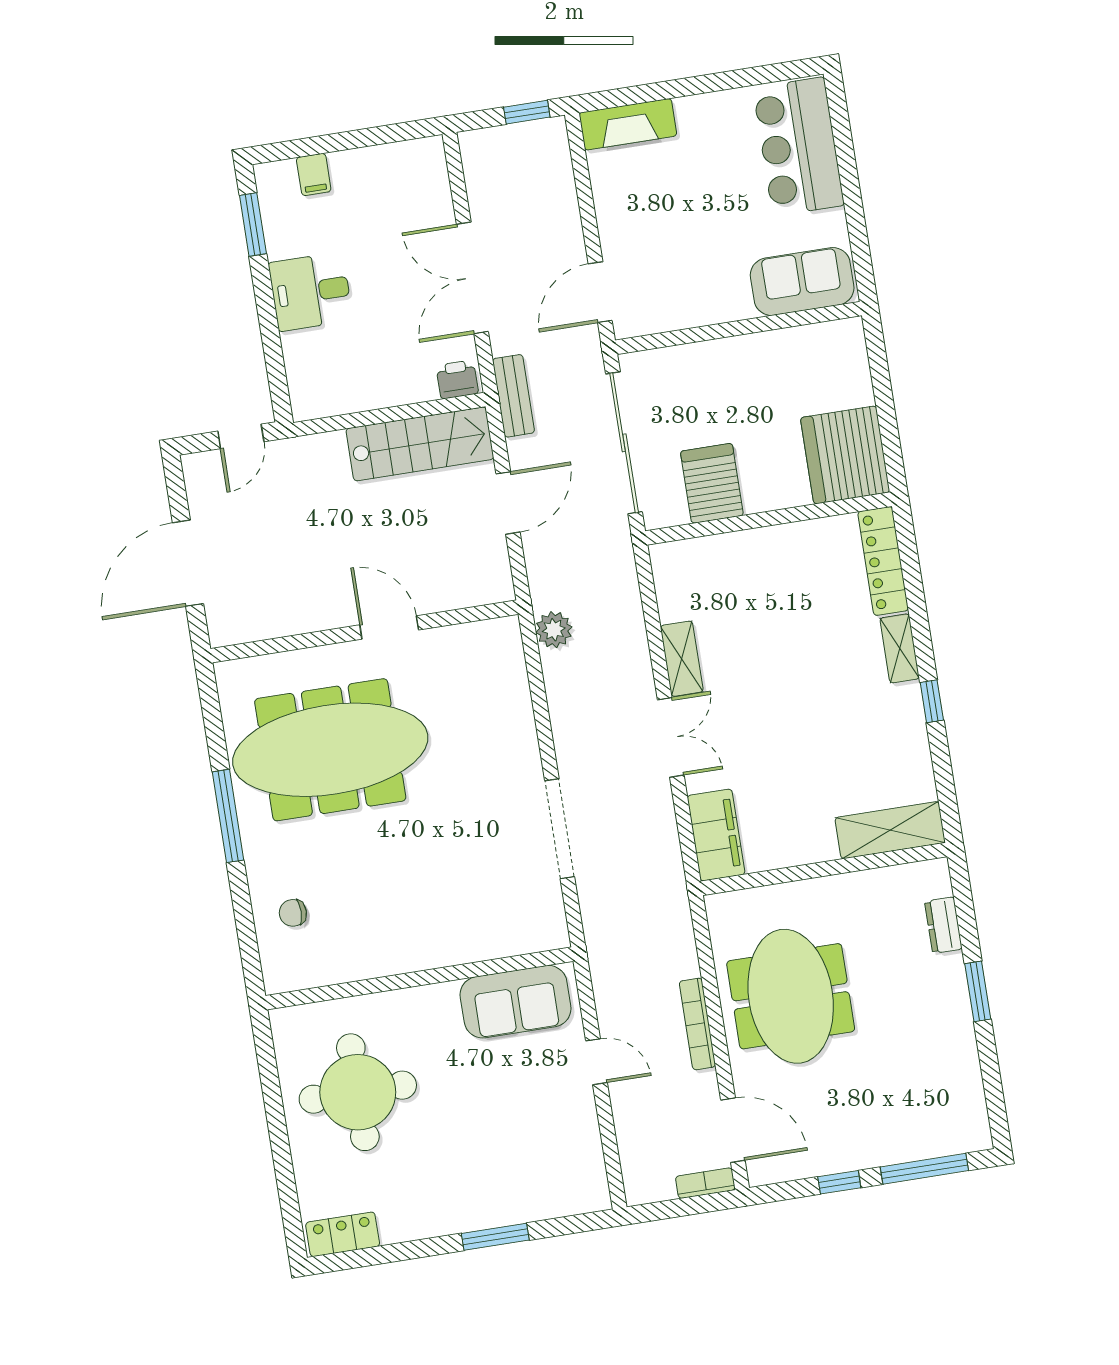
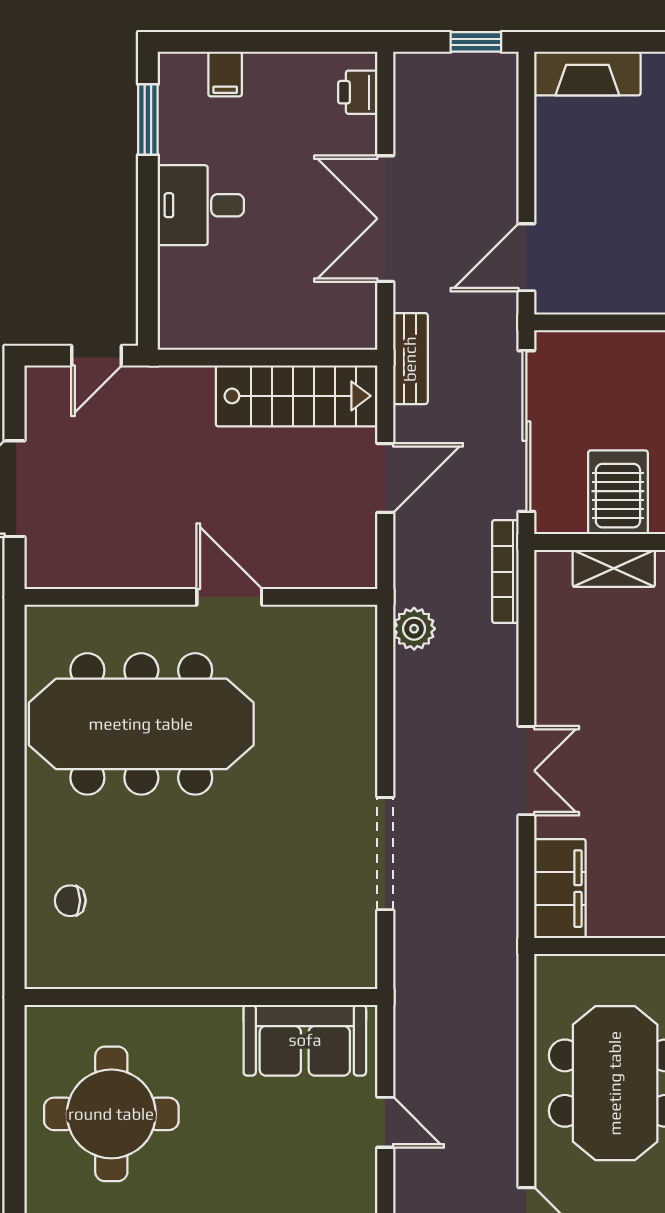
printer: (457, 379) -> (358, 92), moved, turned -90
shelving: (682, 659) -> (614, 568), moved, turned 90
window: (228, 816) -> (15, 780), removed
bookcase: (697, 1024) -> (505, 572), moved

